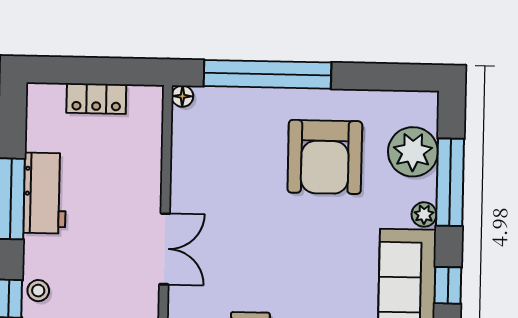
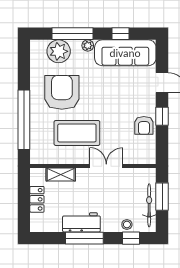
floor lamp: (182, 96) -> (35, 159), removed
shelving: (149, 151) -> (61, 174), added
armchair: (325, 157) -> (62, 92), turned -90
coffee table: (237, 187) -> (77, 133), added

